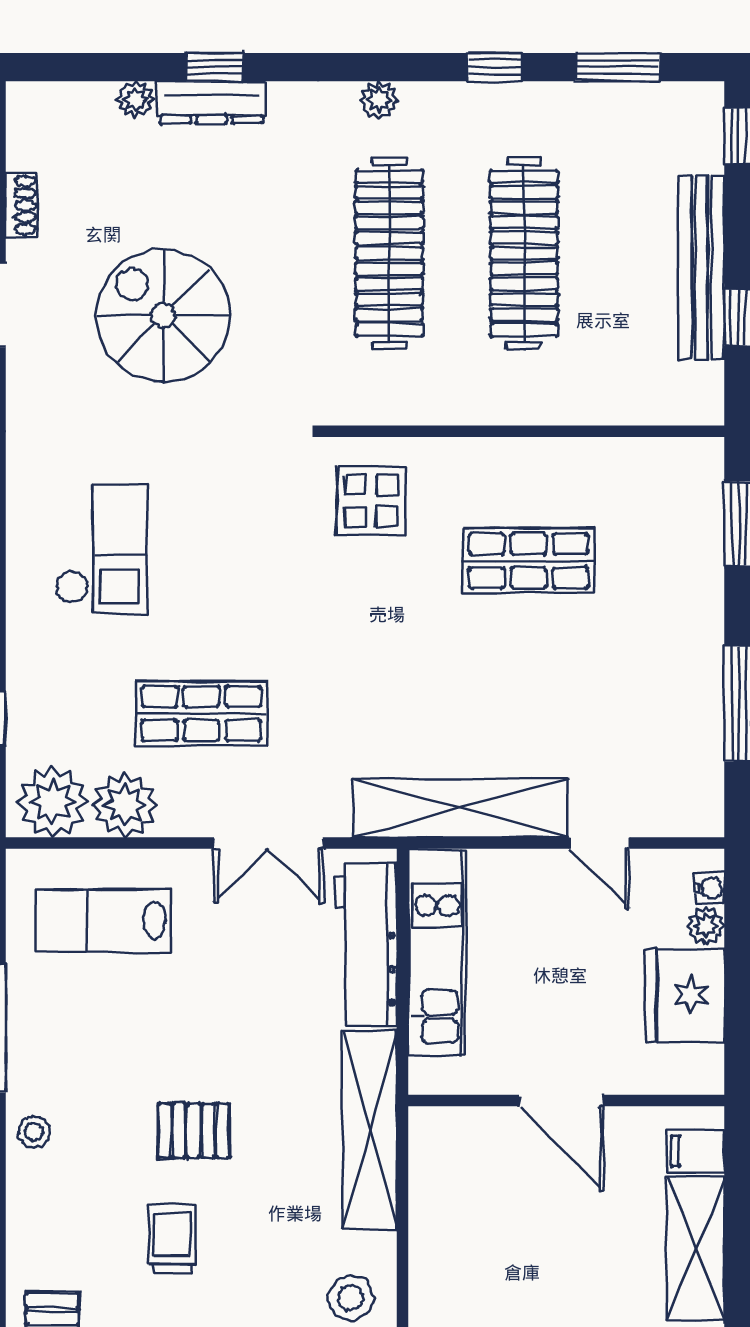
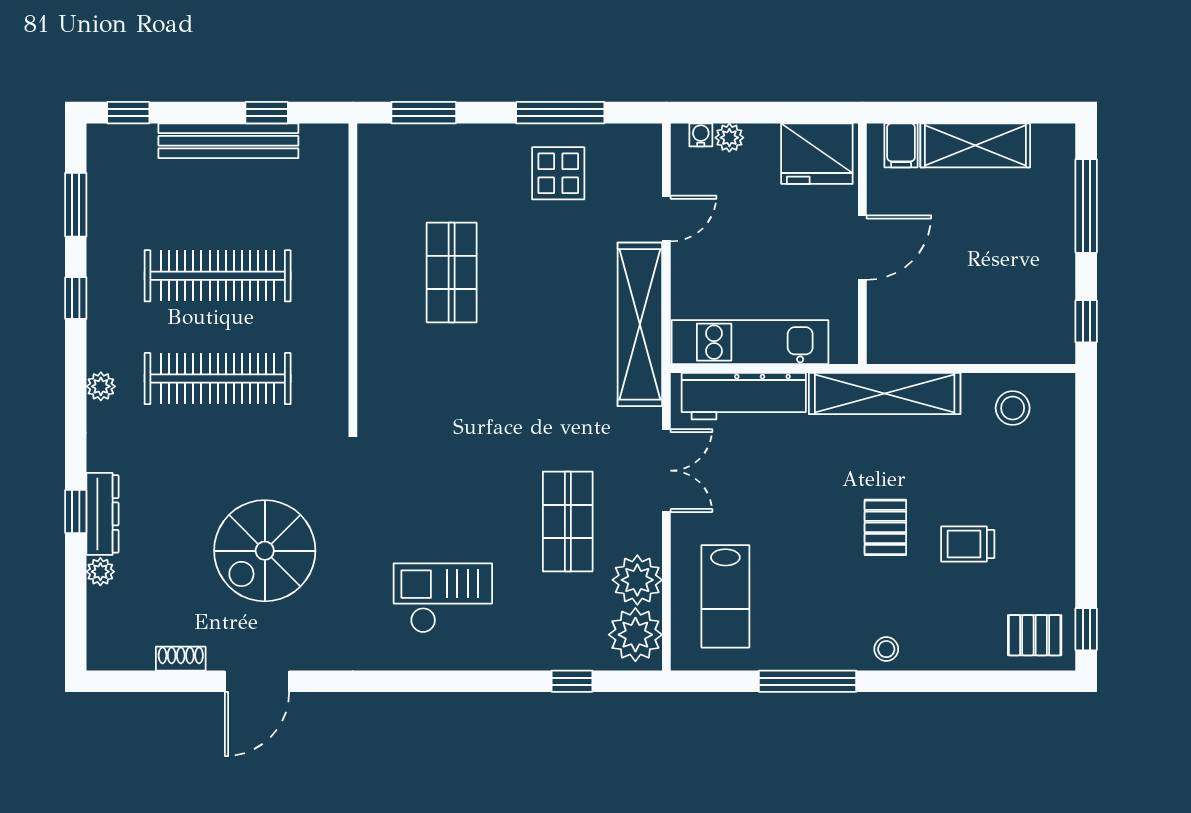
display table: (371, 501) -> (558, 173), moved
fridge: (685, 995) -> (817, 154), moved

